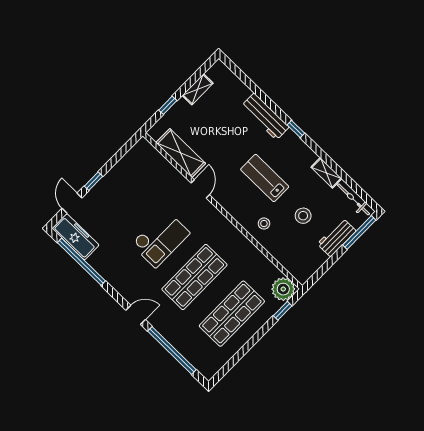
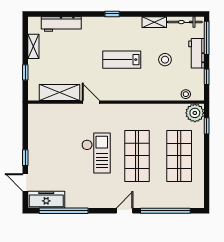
workbench: (265, 117) -> (61, 24), moved
stool: (264, 224) -> (186, 94), moved
window: (325, 267) -> (207, 77), added

